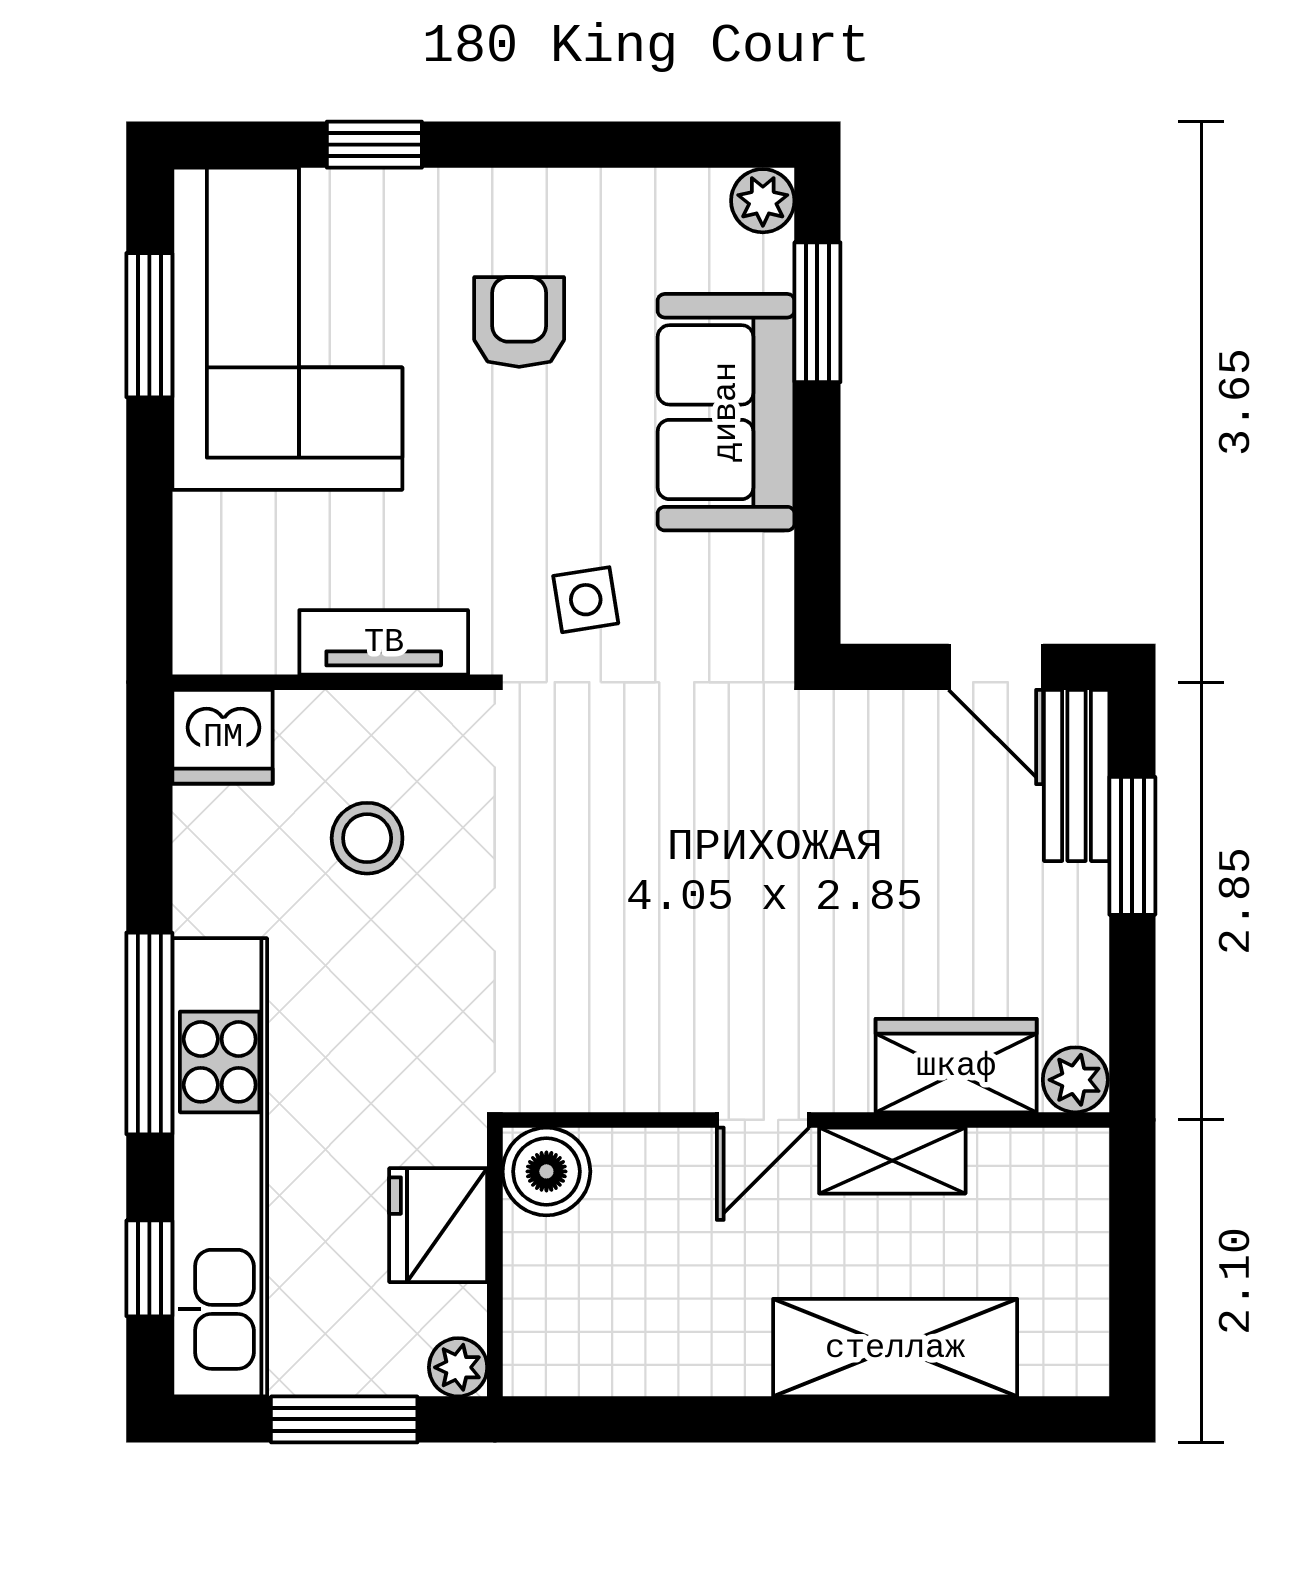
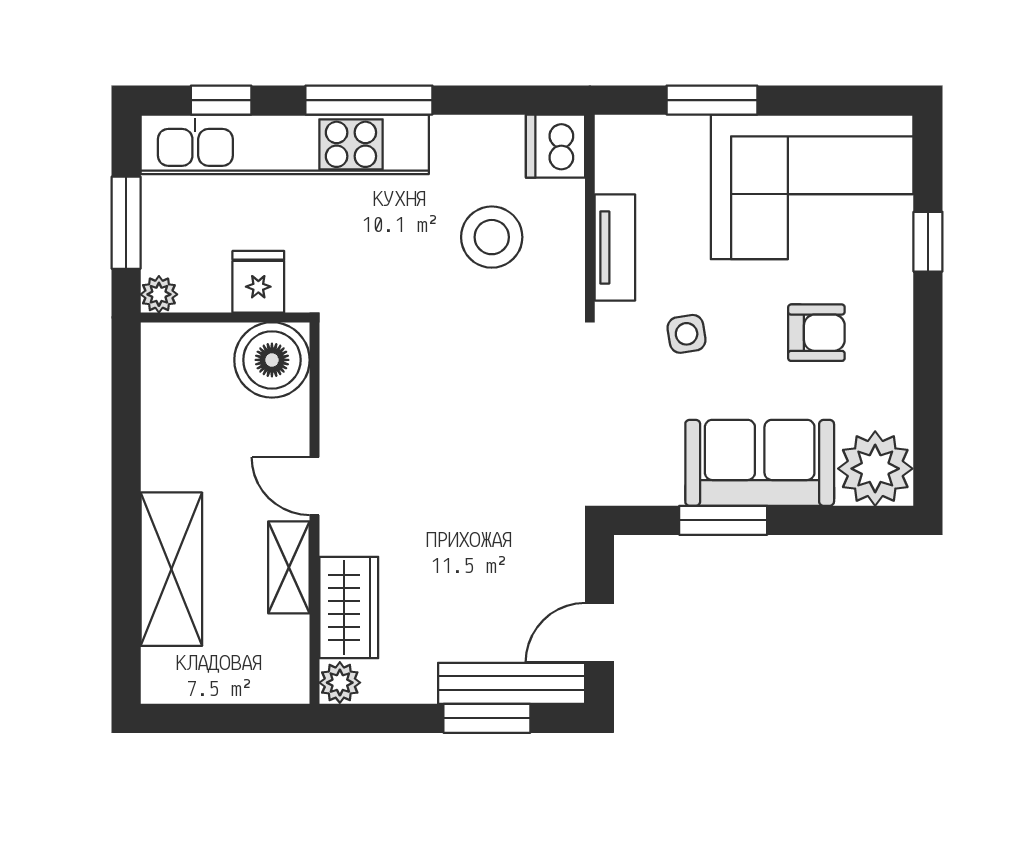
plant: (763, 201) -> (875, 469), width x1.87, depth x1.87
window: (817, 312) -> (723, 520), moved
window: (149, 325) -> (712, 100), moved
side table: (586, 600) -> (687, 334), moved
bench: (1077, 775) -> (512, 683), width x1.36
stool: (367, 838) -> (492, 237), width x1.38, depth x1.38
boiler: (546, 1171) -> (272, 360), width x1.37, depth x1.37
fridge: (438, 1225) -> (258, 282), width x0.72

